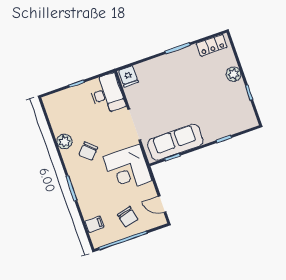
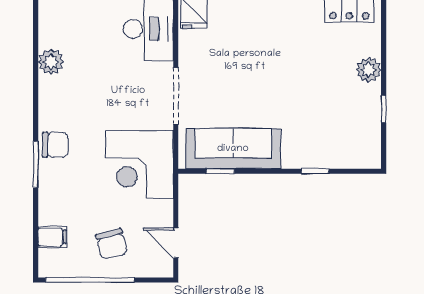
plant: (64, 141) -> (51, 62), moved
chair: (88, 151) -> (55, 145), moved, turned -133

